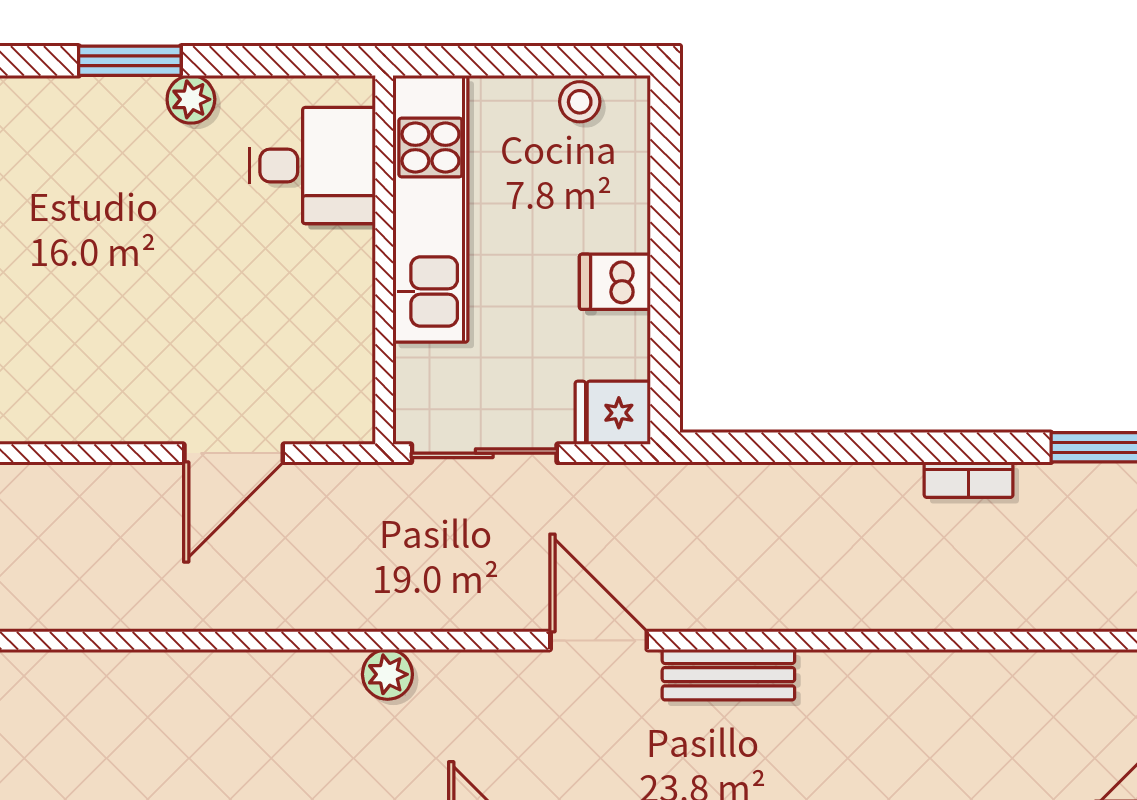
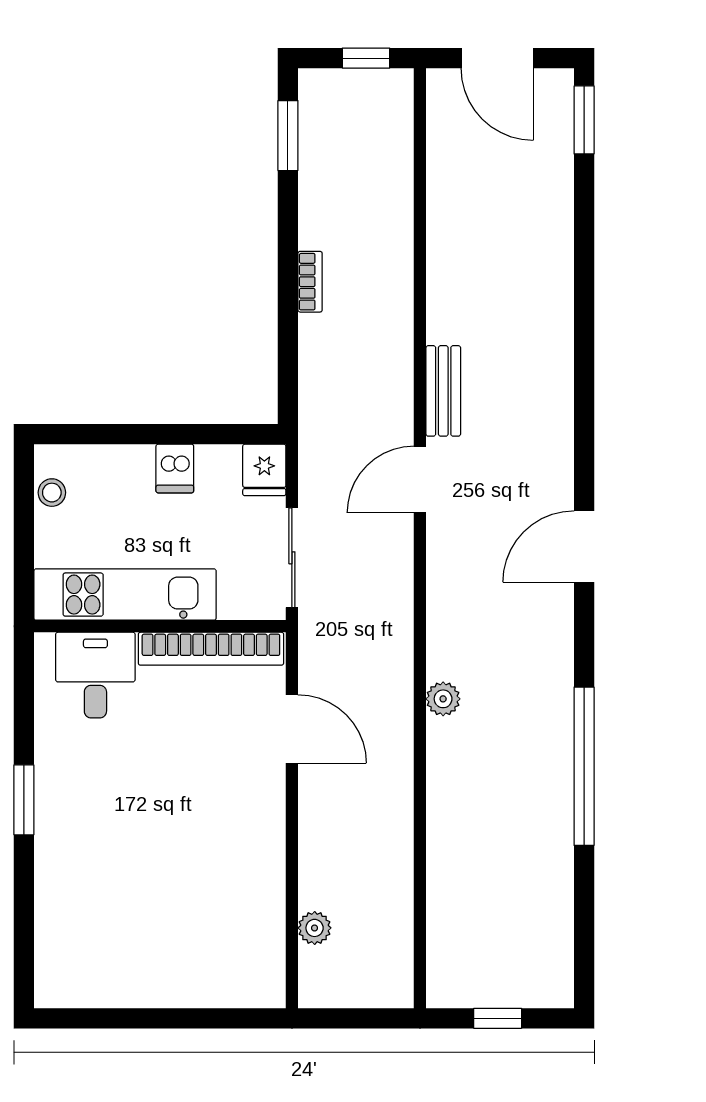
plant: (191, 99) -> (50, 758), removed
bookcase: (351, 335) -> (211, 649), added
bookcase: (969, 480) -> (310, 282), moved
plant: (387, 674) -> (443, 699), moved

